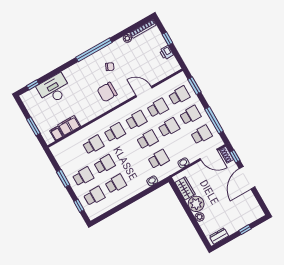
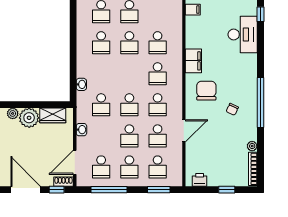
printer: (166, 53) -> (200, 180), moved
filing cabinet: (69, 126) -> (193, 61), moved

